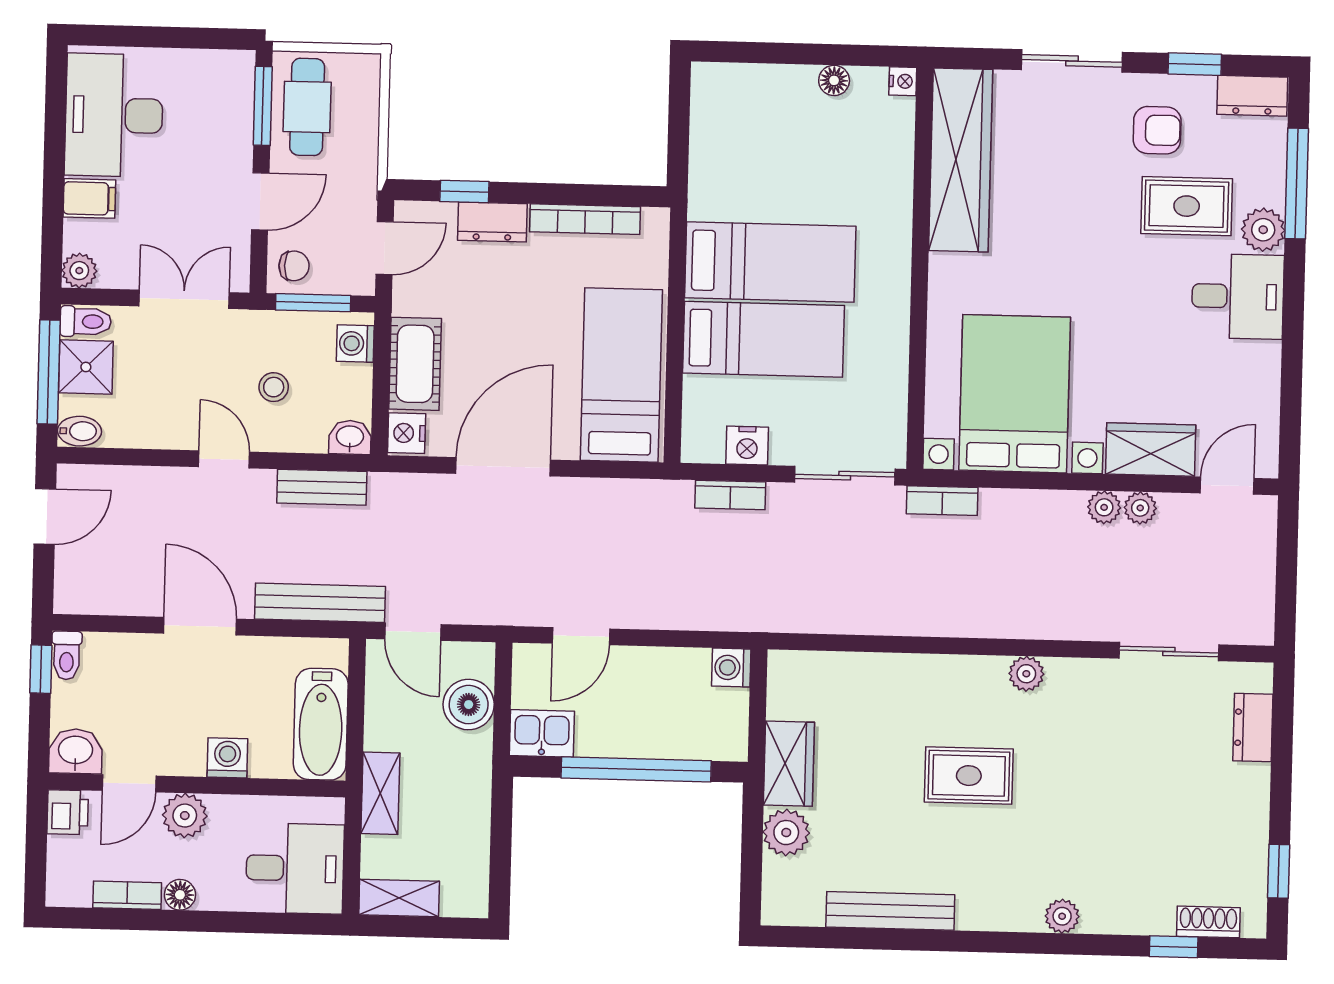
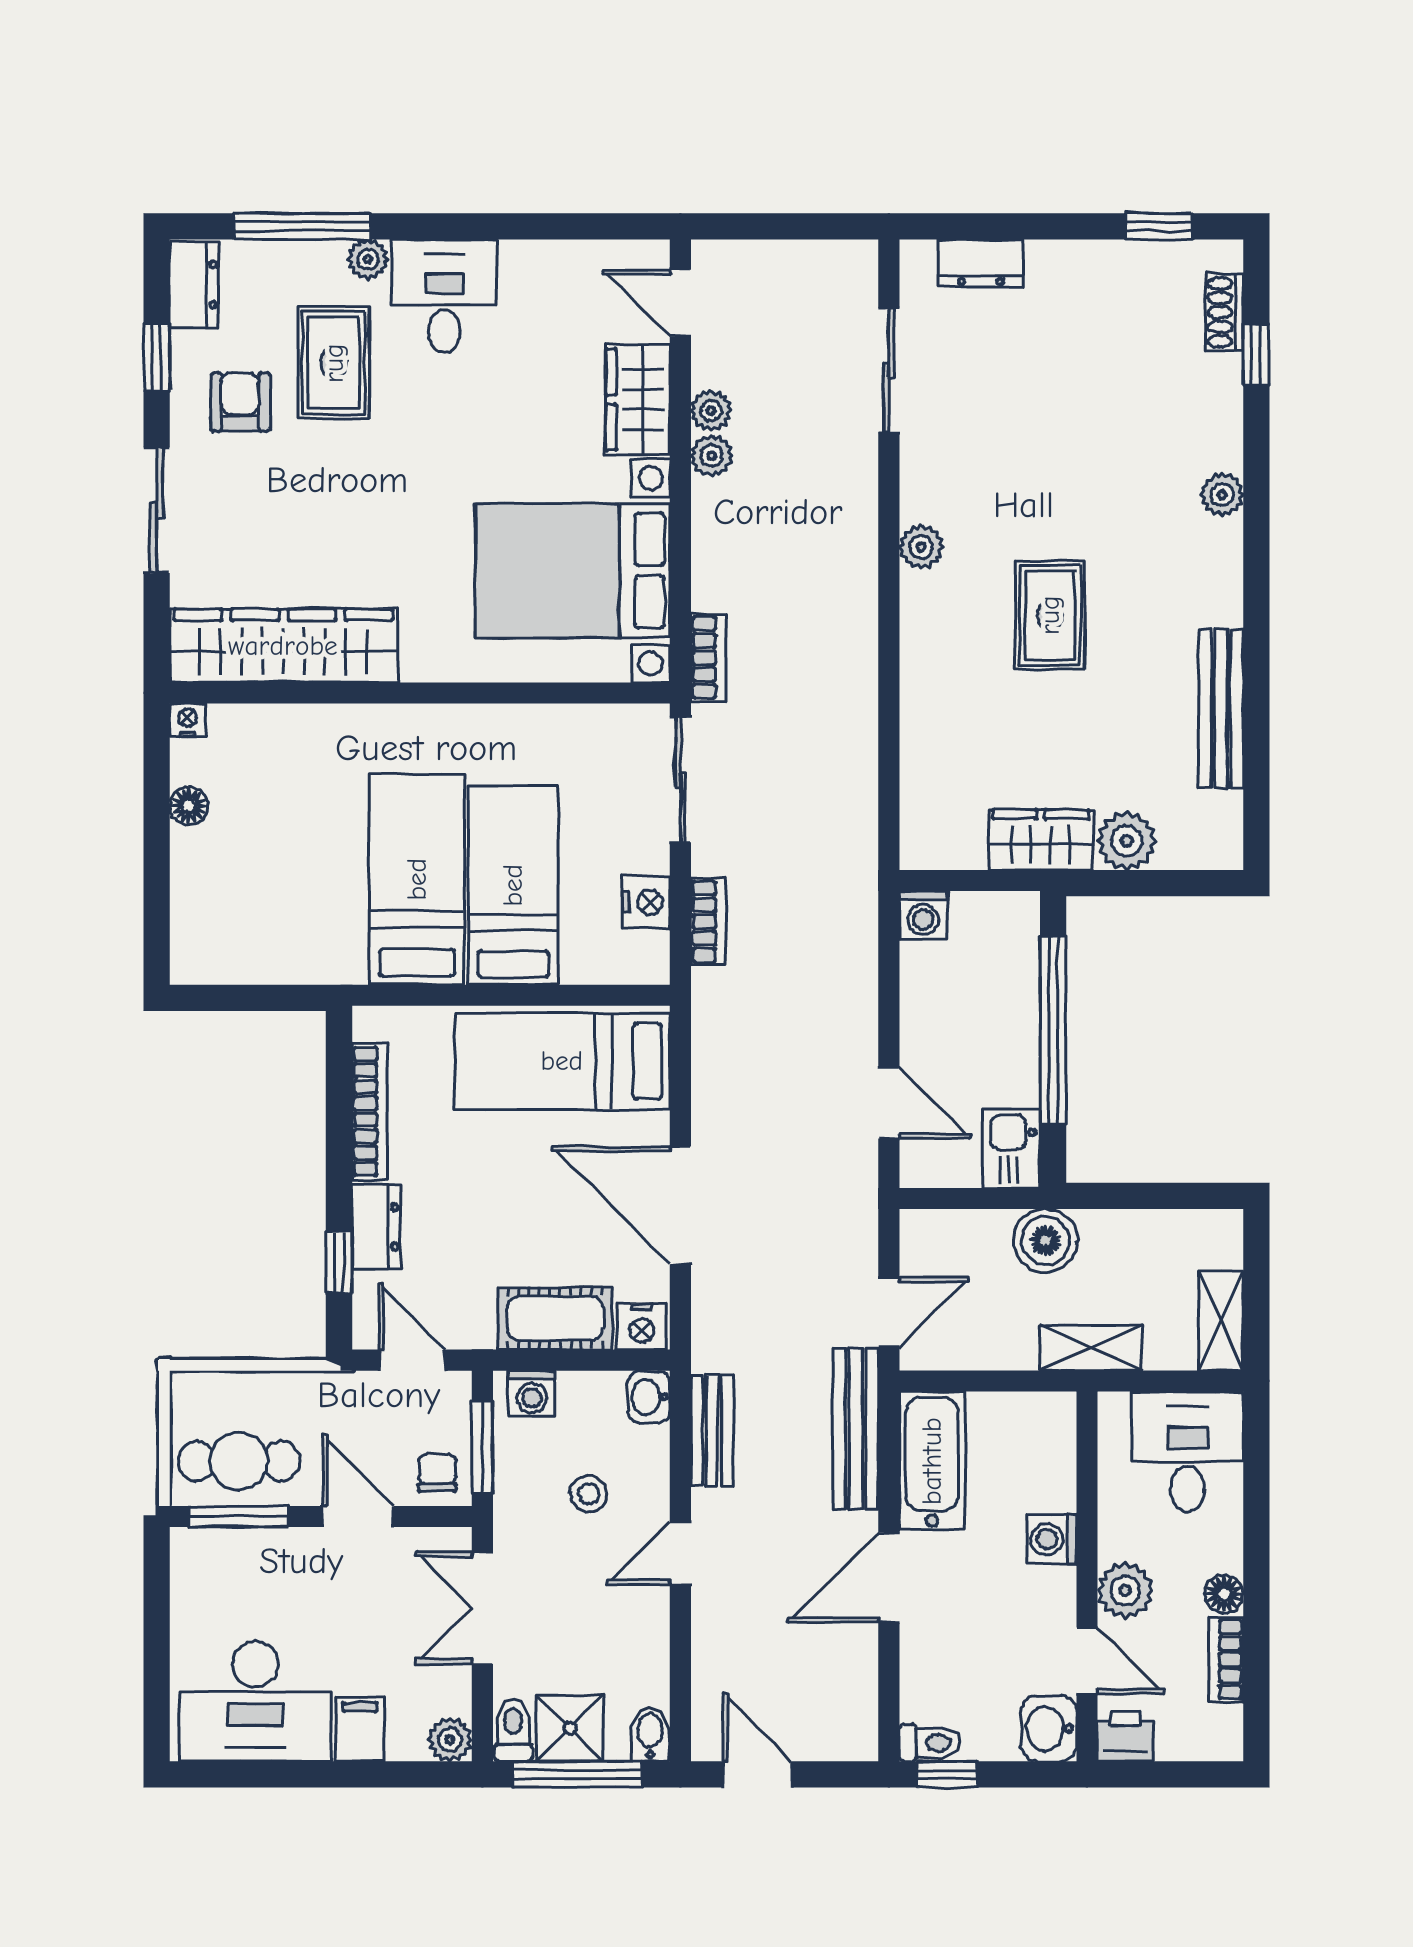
plant: (1263, 230) -> (368, 259), width x0.73, depth x0.73
boiler: (469, 705) -> (1045, 1241), moved
bathtub: (321, 724) -> (932, 1461), moved, turned -90

